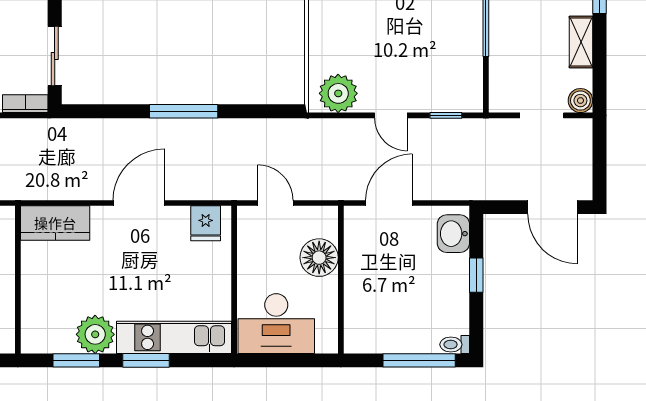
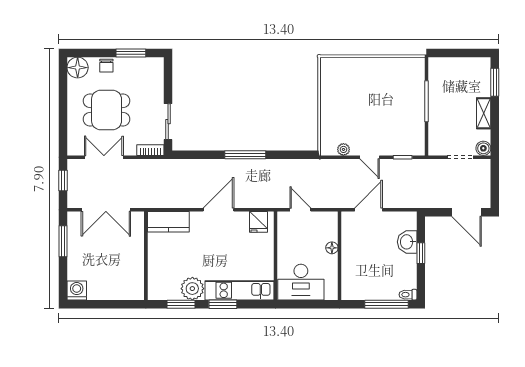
plant: (338, 93) -> (343, 149), width x0.53, depth x0.53
washbasin: (453, 234) -> (407, 242), moved
floor lamp: (319, 258) -> (332, 248), width x0.53, depth x0.53

